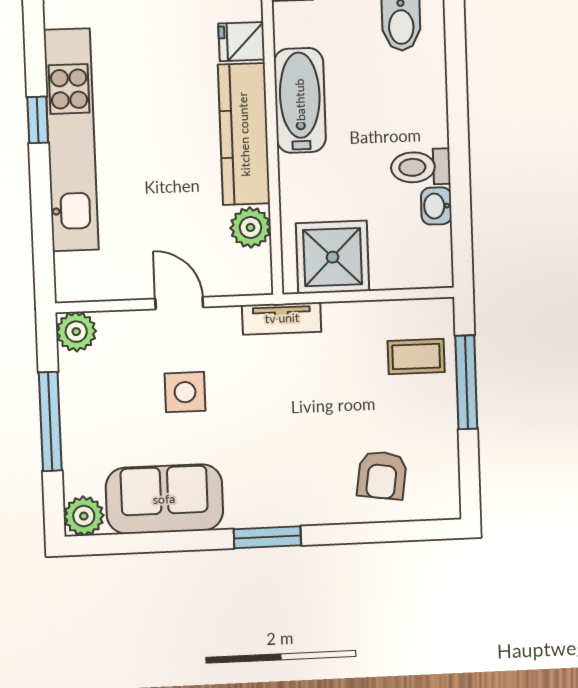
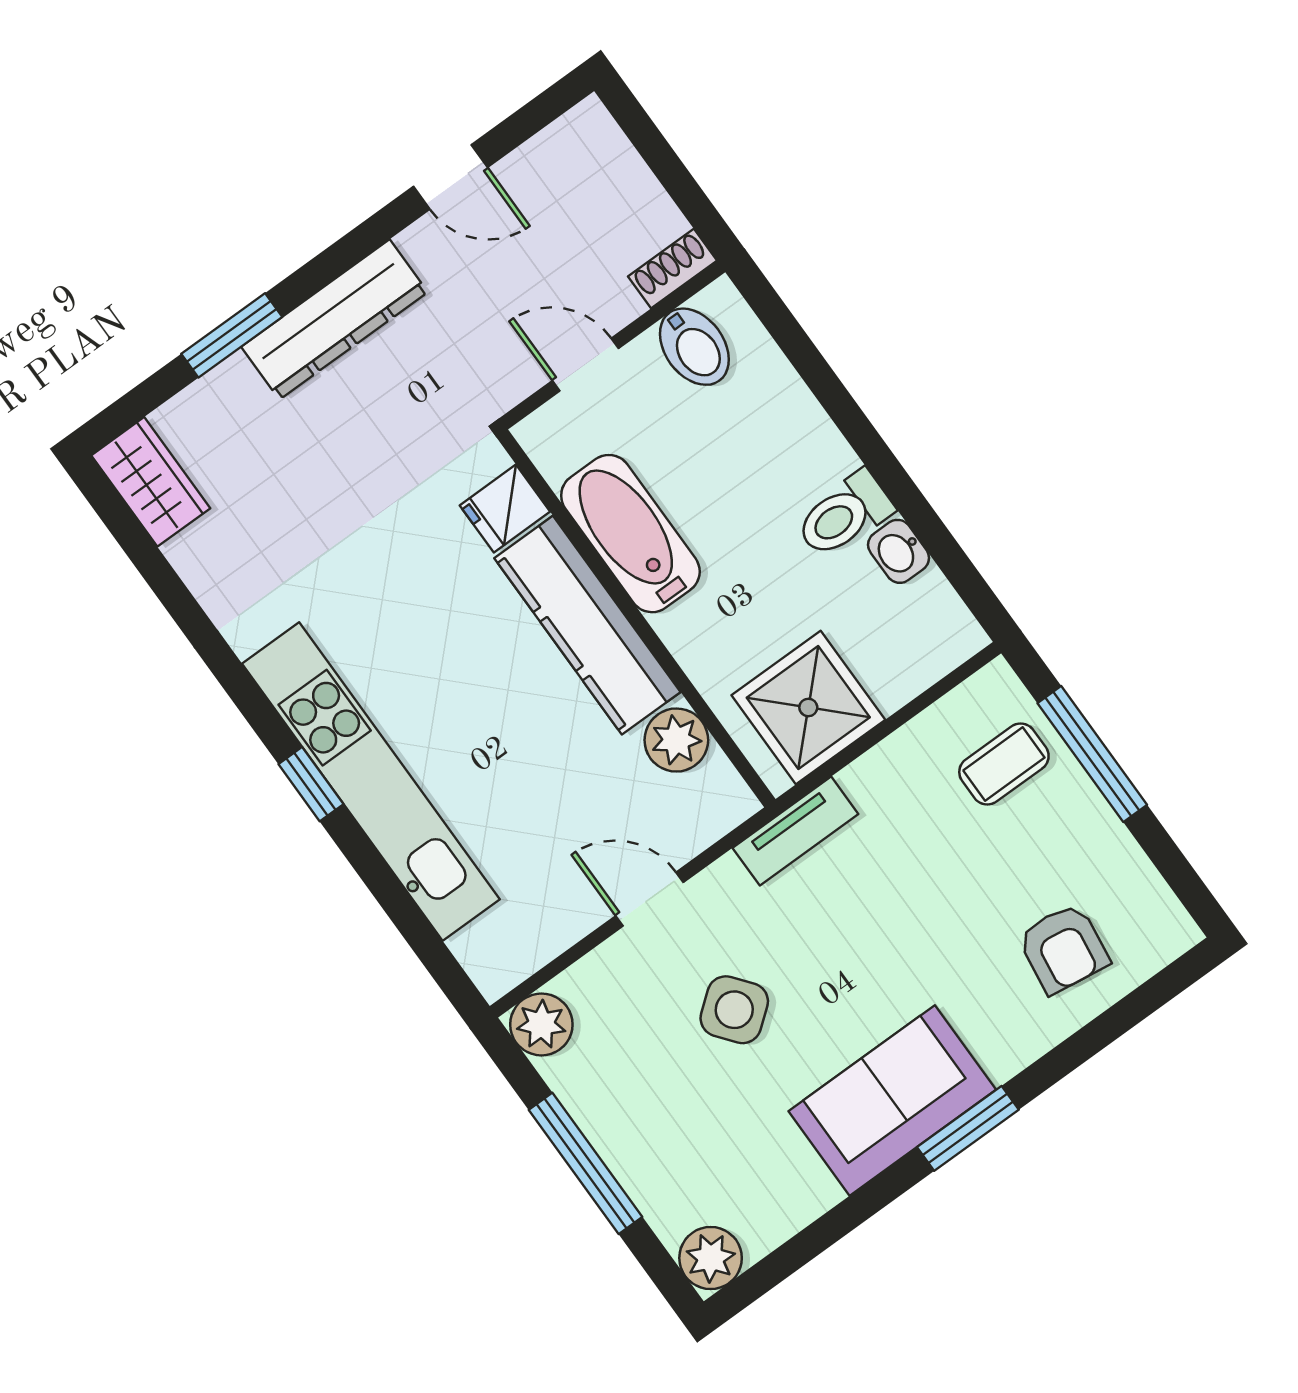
side table: (185, 392) -> (734, 1010), turned -38
sofa: (164, 499) -> (892, 1100), moved

